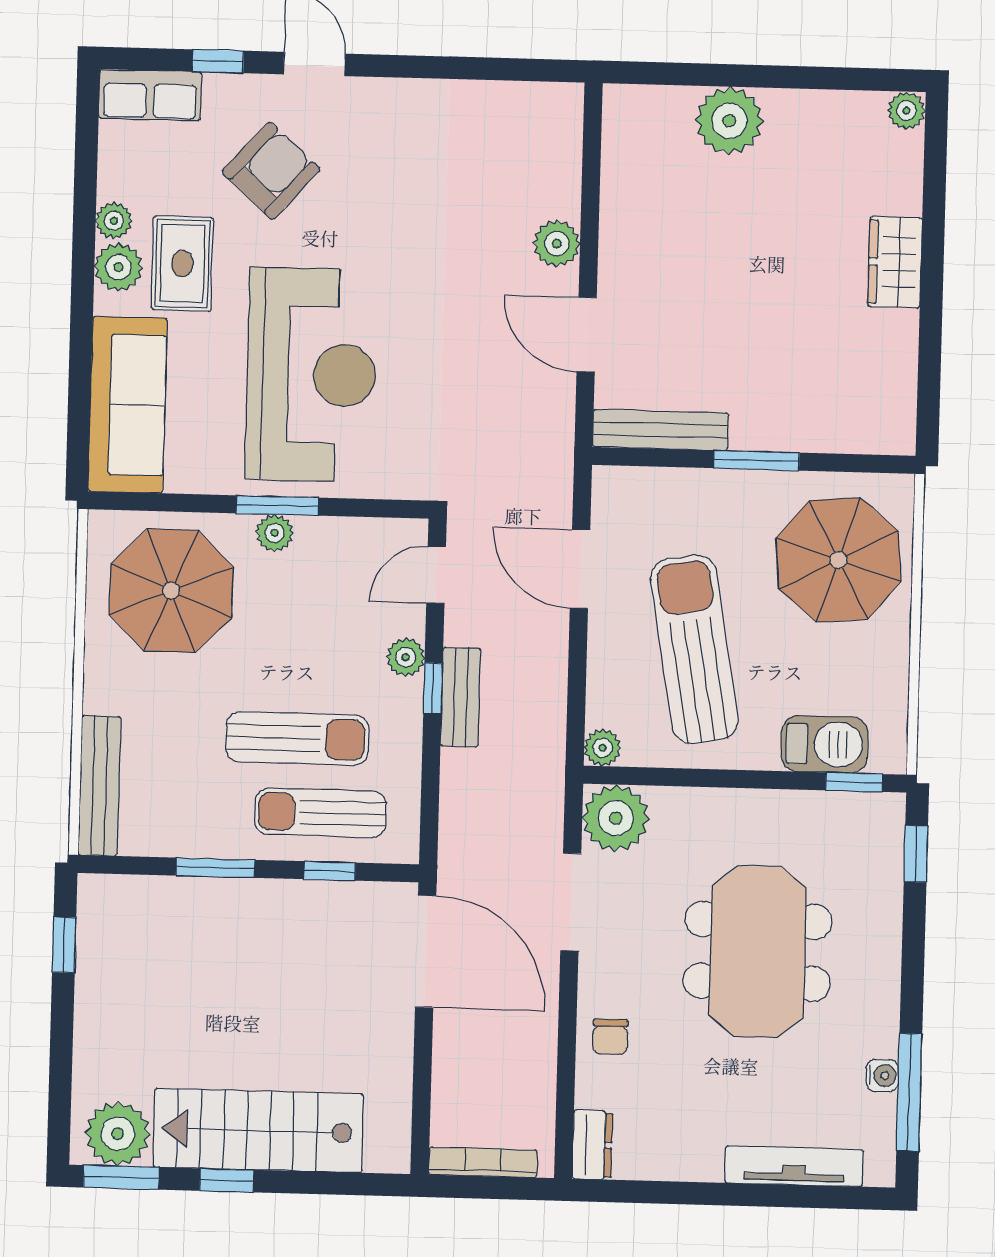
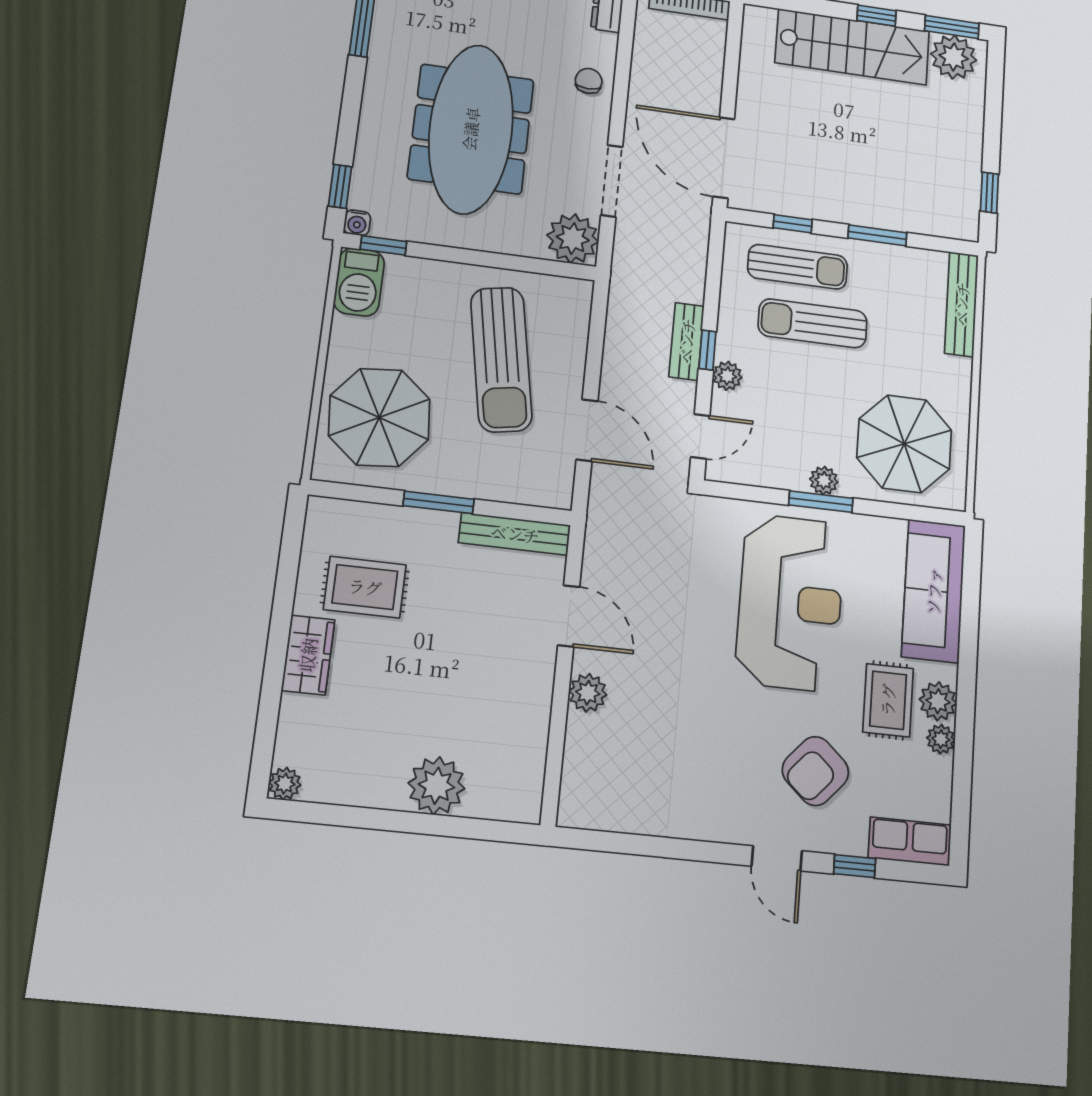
rug: (836, 349) -> (365, 587), added
reception desk: (311, 375) -> (790, 602), turned 180
barbecue: (824, 744) -> (359, 282), moved, turned -90
plant: (603, 748) -> (579, 292), removed
meeting table: (758, 951) -> (471, 129), width x1.36
water cooler: (882, 1075) -> (357, 223), moved, turned -90

